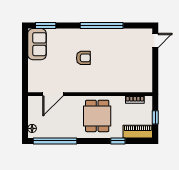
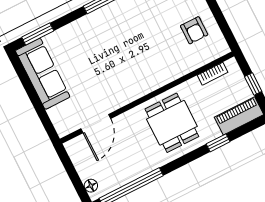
sofa: (37, 44) -> (43, 74), width x1.36
armchair: (83, 58) -> (194, 30), moved, turned 90

